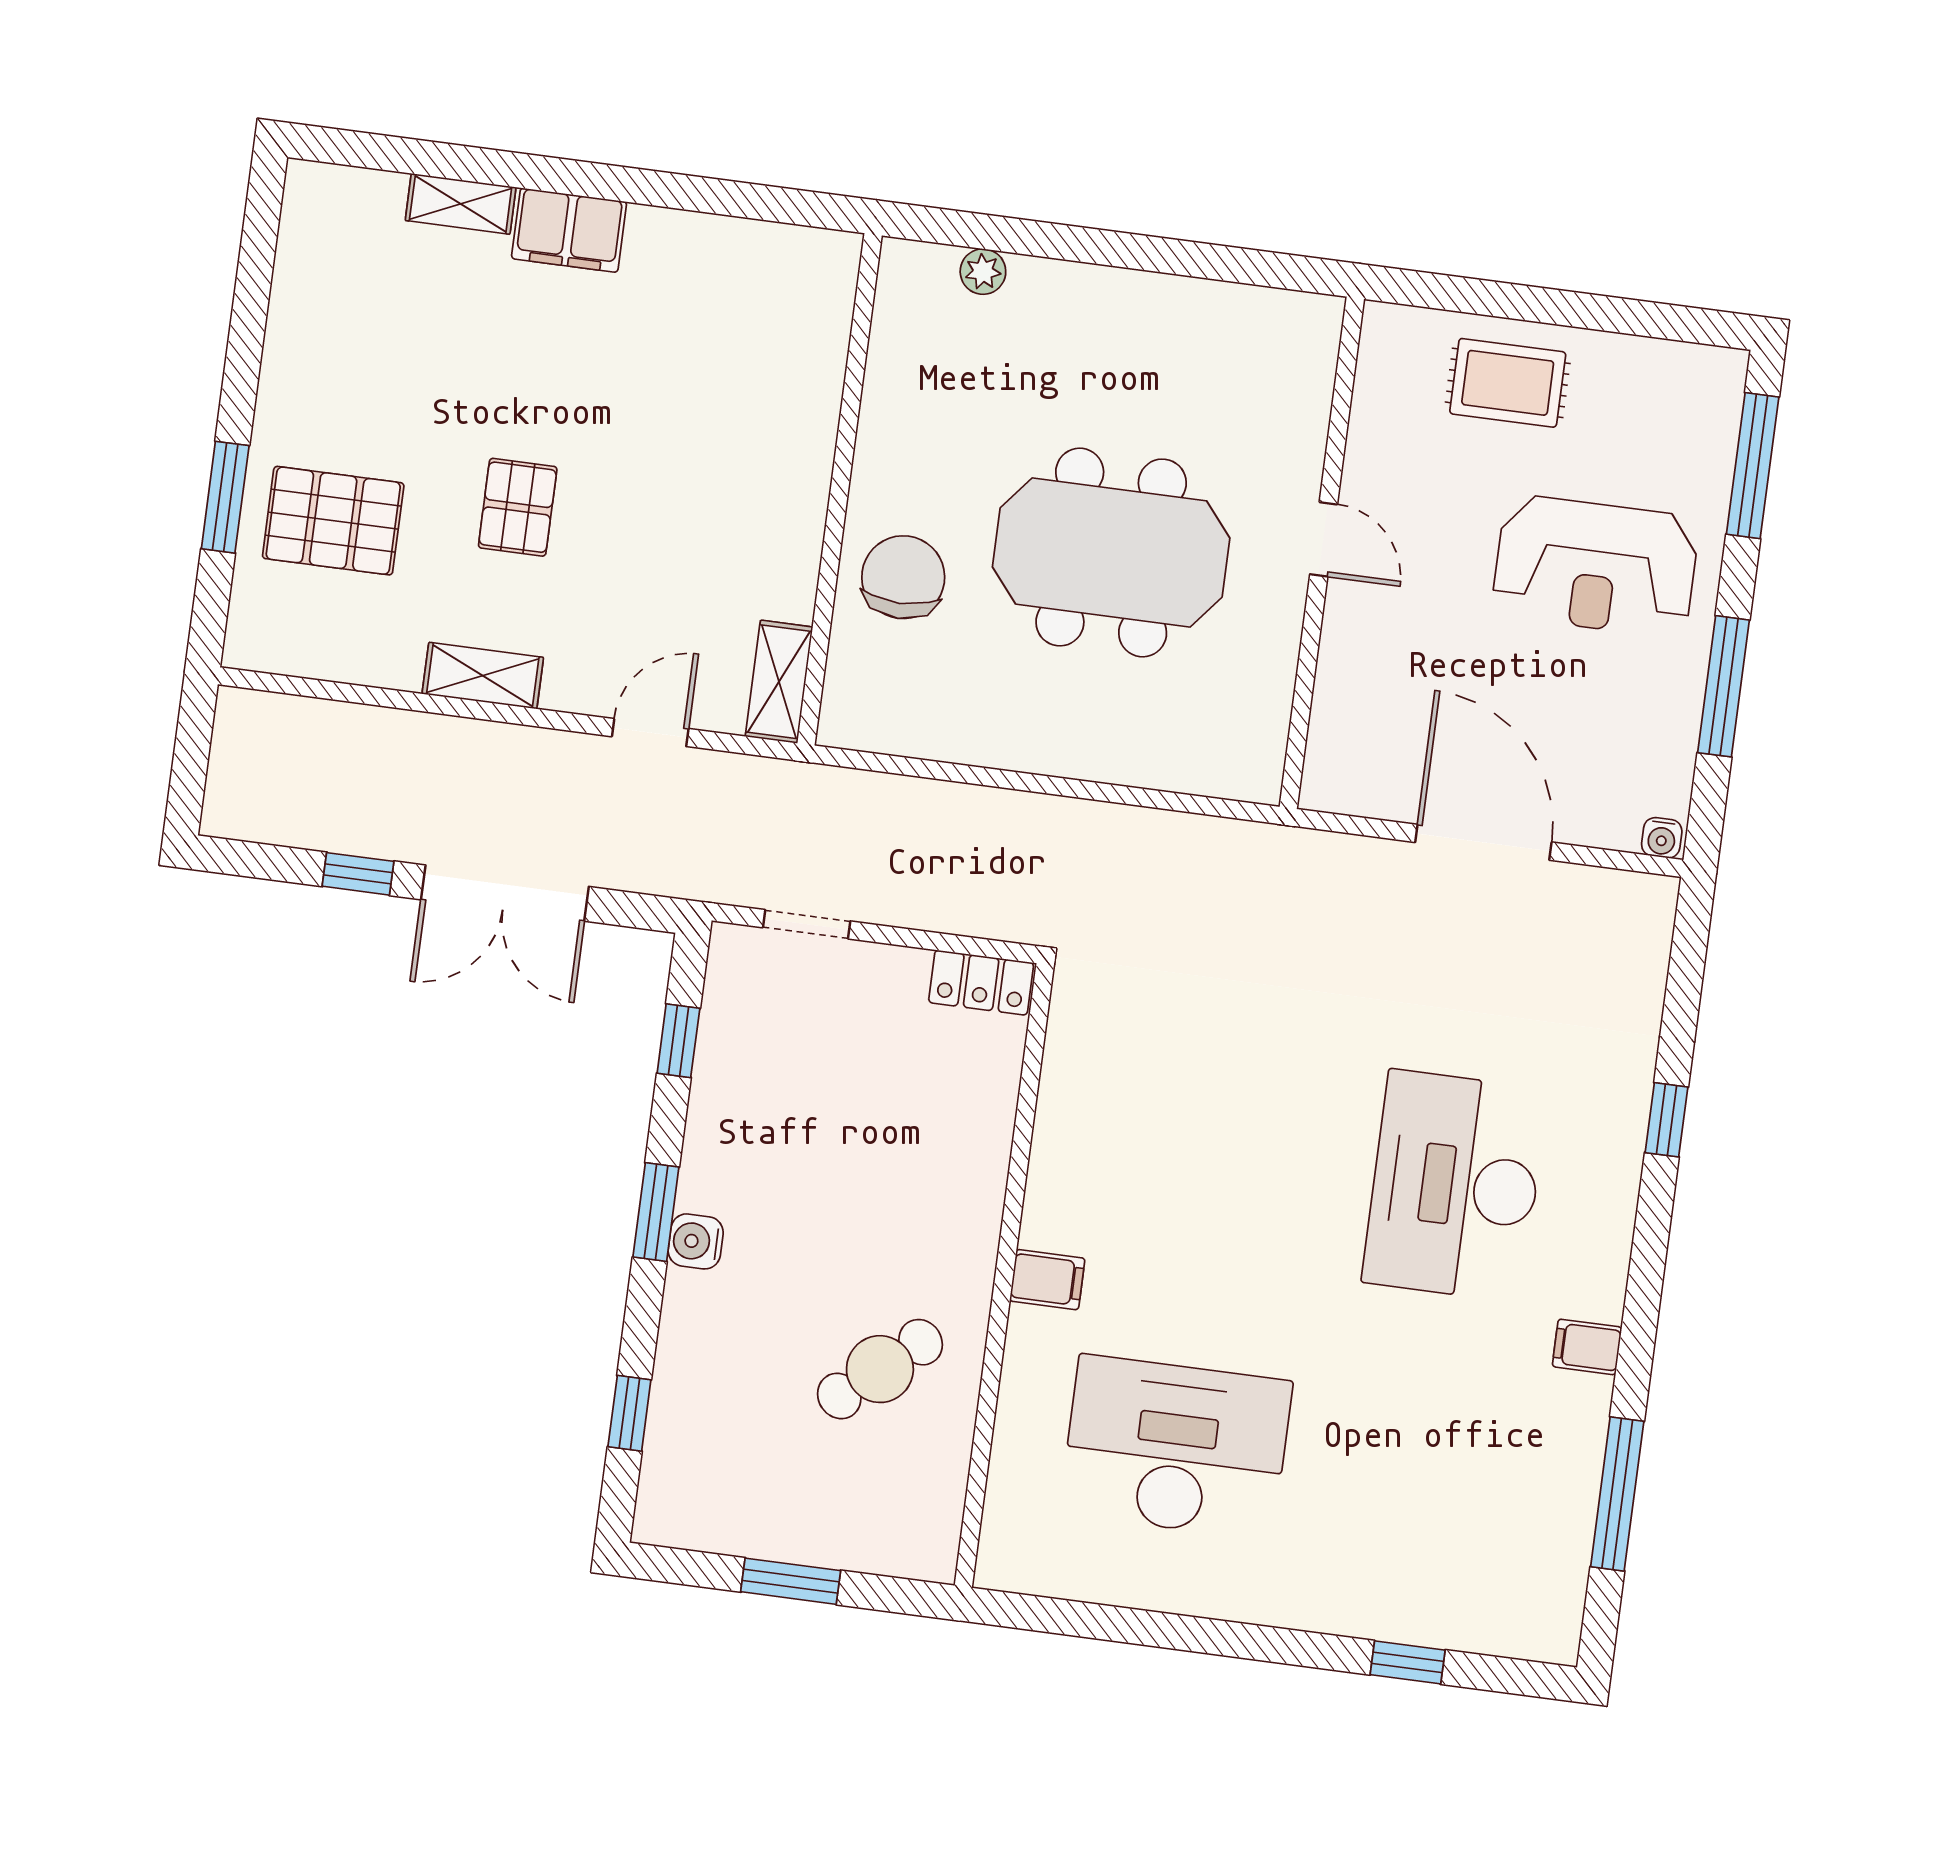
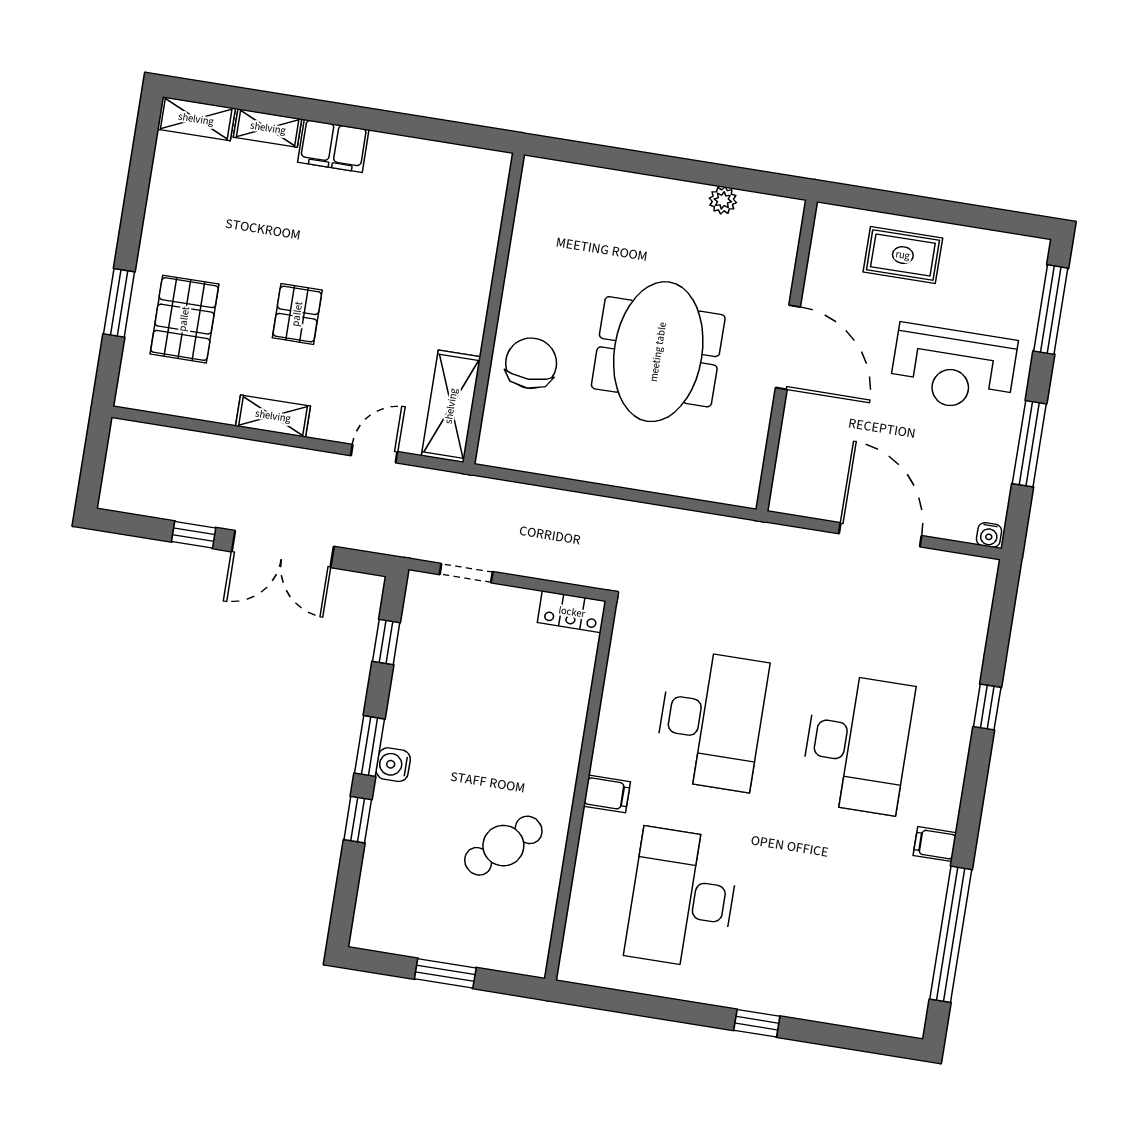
shelving: (343, 192) -> (196, 119), added
plant: (983, 272) -> (723, 200), moved
pallet: (333, 521) -> (184, 319), turned 90
door: (1324, 539) -> (788, 347), width x1.87
meeting table: (1111, 552) -> (658, 352), turned 90
shelving: (779, 682) -> (451, 406), width x1.50, depth x1.33
desk: (1215, 1154) -> (711, 720), added
desk: (1455, 1186) -> (857, 744), turned 180
window: (629, 1413) -> (358, 820), moved
desk: (1176, 1447) -> (683, 898), turned -90
window: (1617, 1494) -> (951, 934), width x1.46
window: (1408, 1662) -> (757, 1023), moved

